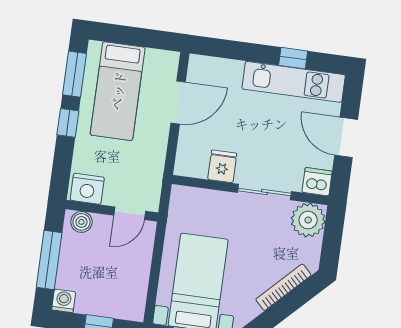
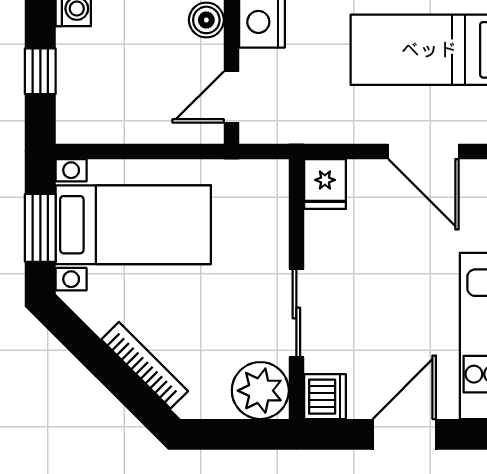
fridge: (222, 166) -> (325, 184), moved, turned 90
door: (130, 213) -> (231, 97), hinge flipped

